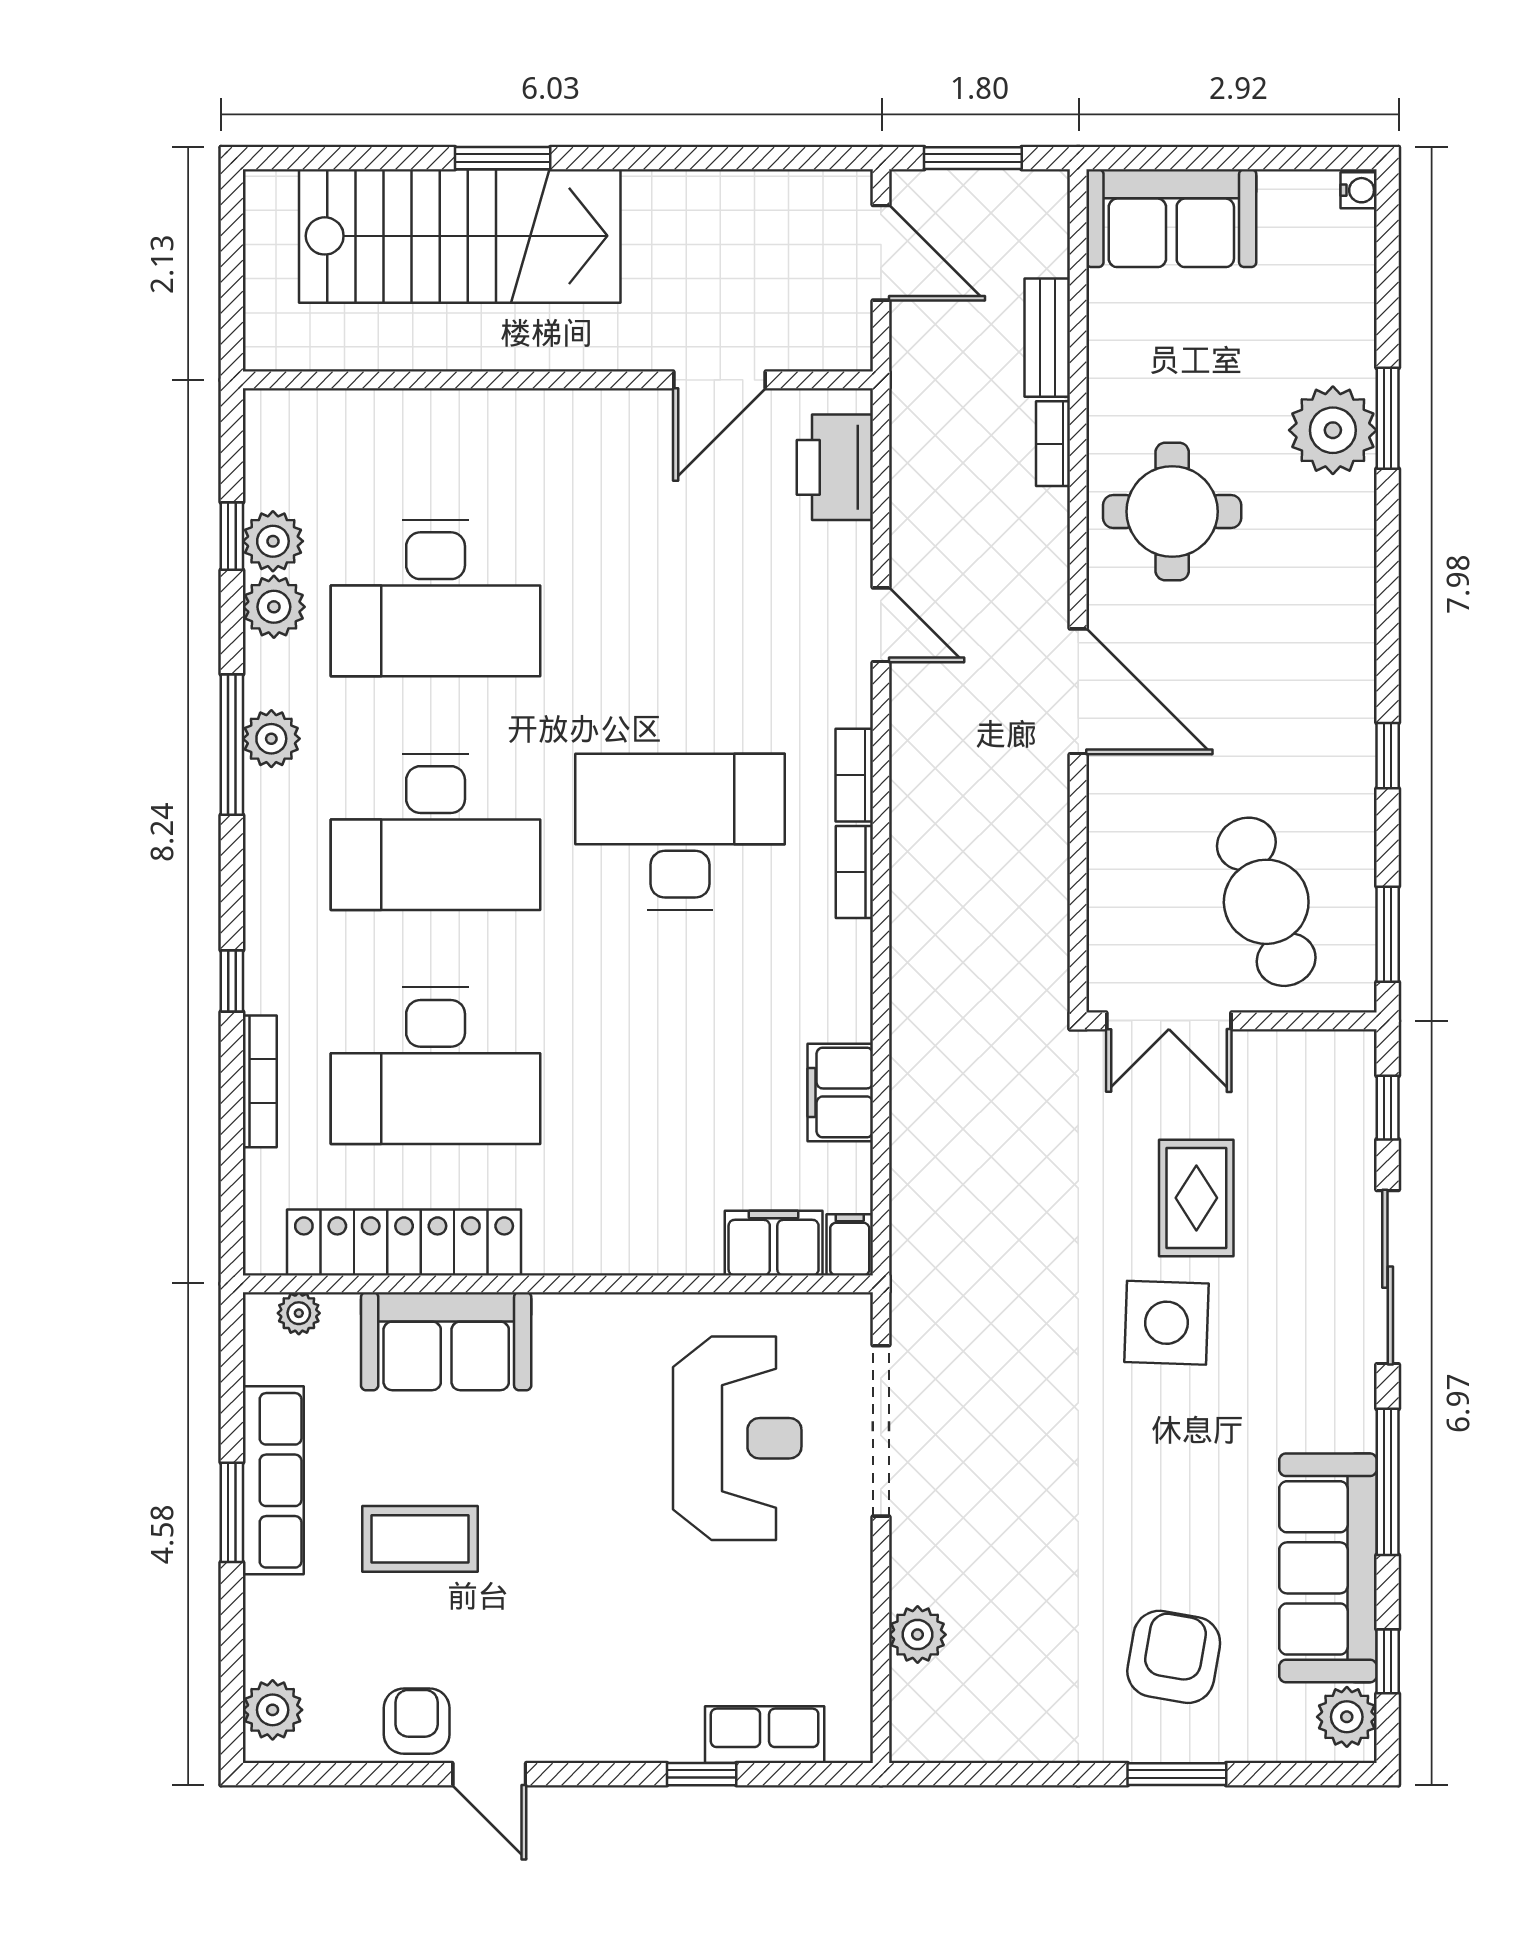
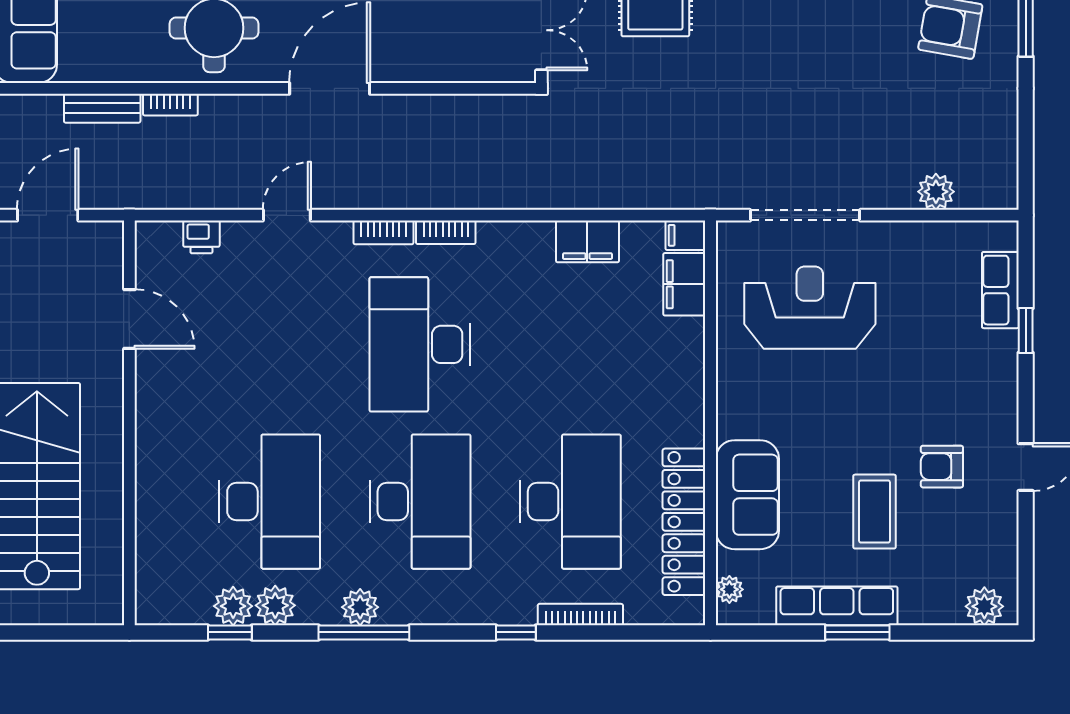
printer: (835, 467) -> (201, 237), width x0.53, depth x0.68
side table: (1167, 1323) -> (735, 32), removed
armchair: (417, 1721) -> (942, 467), moved

